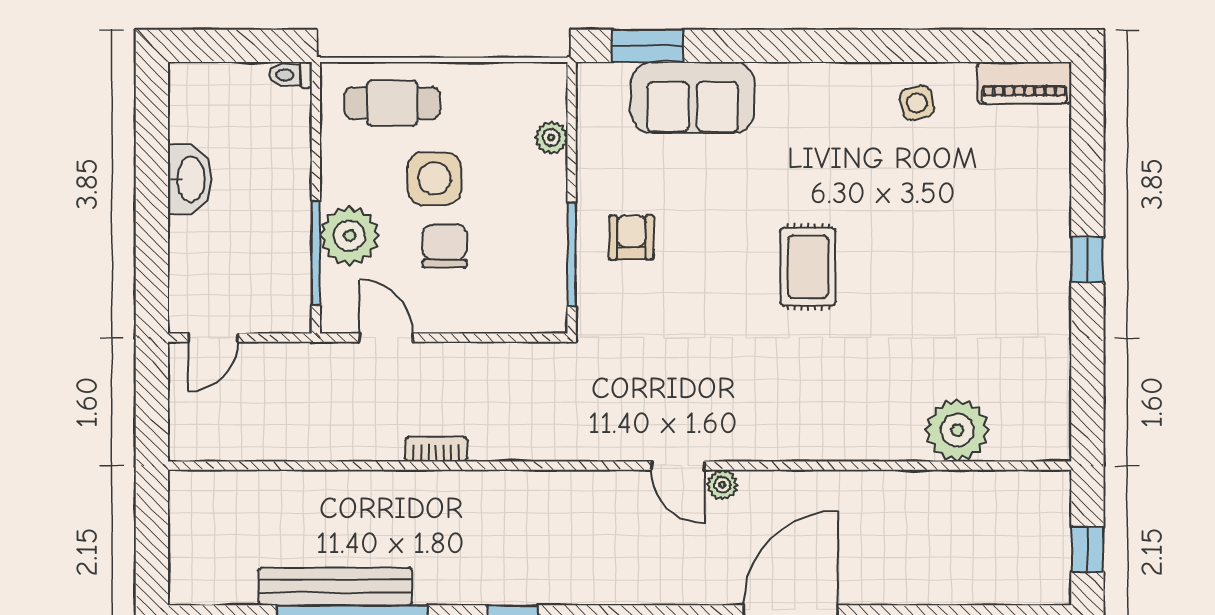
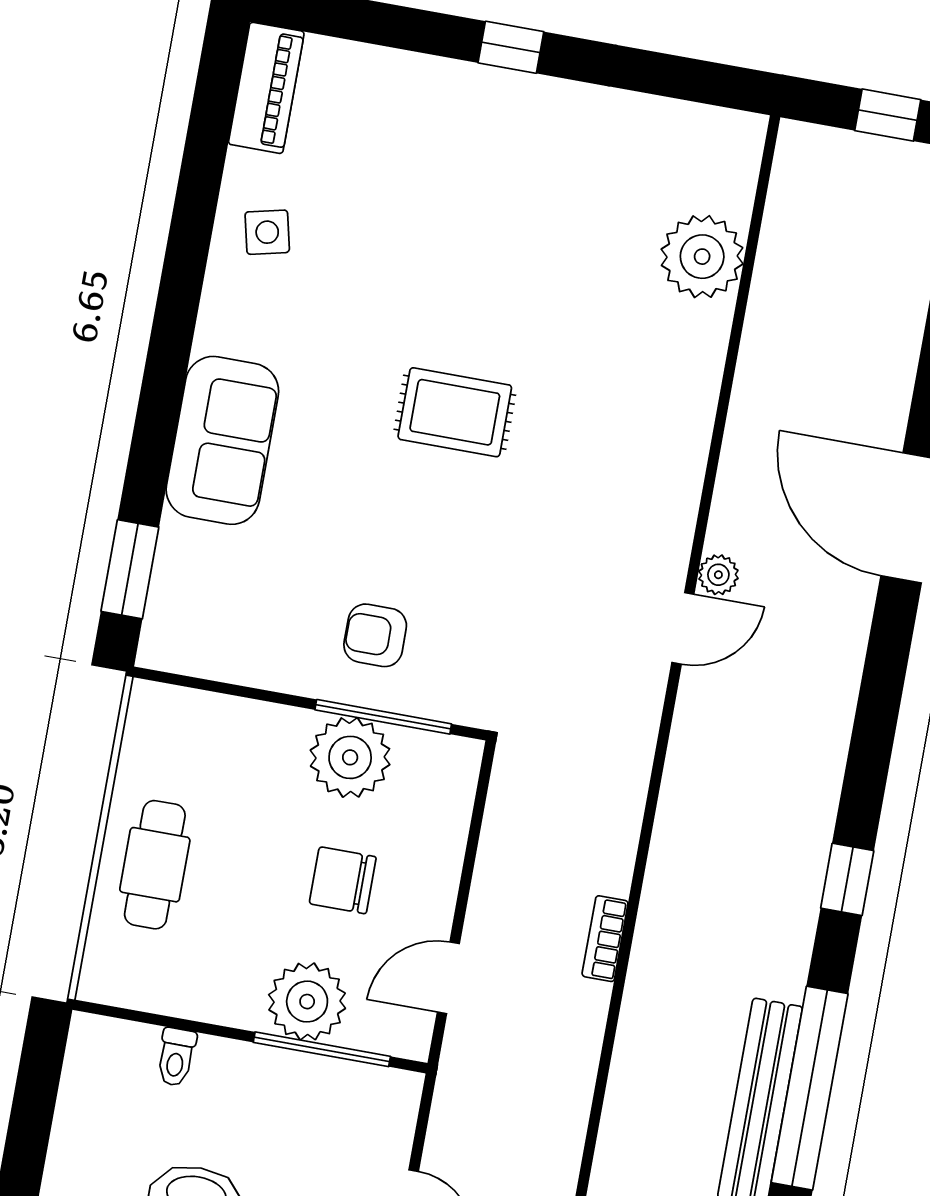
toilet: (291, 75) -> (176, 1057), moved
sofa: (693, 97) -> (222, 440), moved
cafe table: (392, 103) -> (155, 865), moved
plant: (551, 138) -> (350, 757), moved, width x1.88, depth x1.88
side table: (434, 179) -> (253, 878), removed

